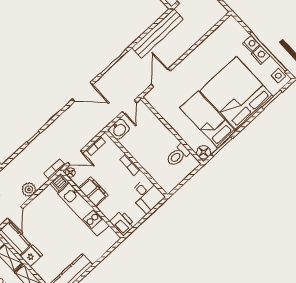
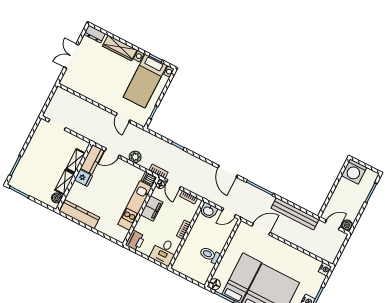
nightstand: (251, 44) -> (325, 269), moved
toilet: (178, 155) -> (210, 255), moved

